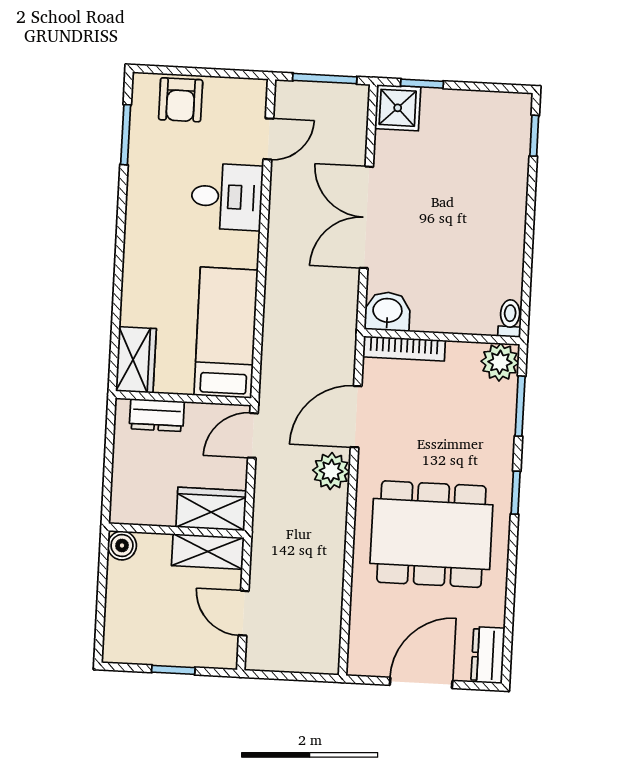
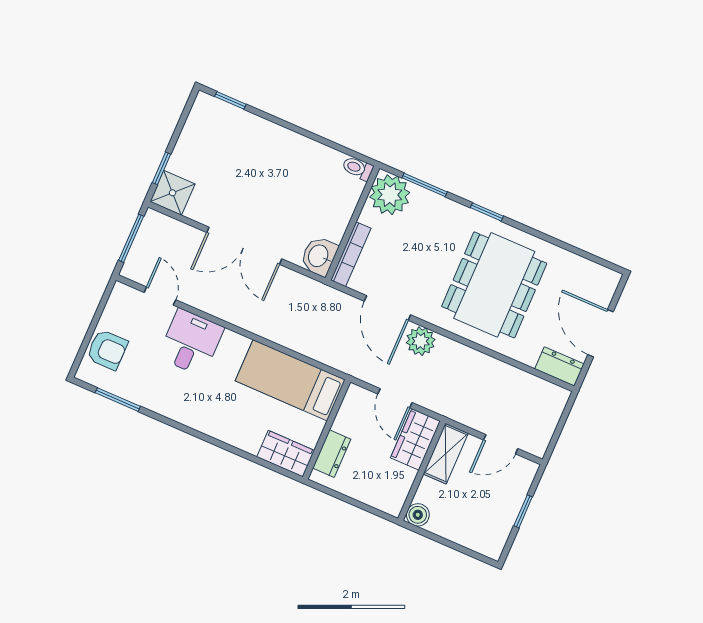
plant: (500, 362) -> (390, 195), width x1.36, depth x1.36
door: (253, 435) -> (395, 398), moved
dresser: (488, 655) -> (559, 366), moved, turned 180

